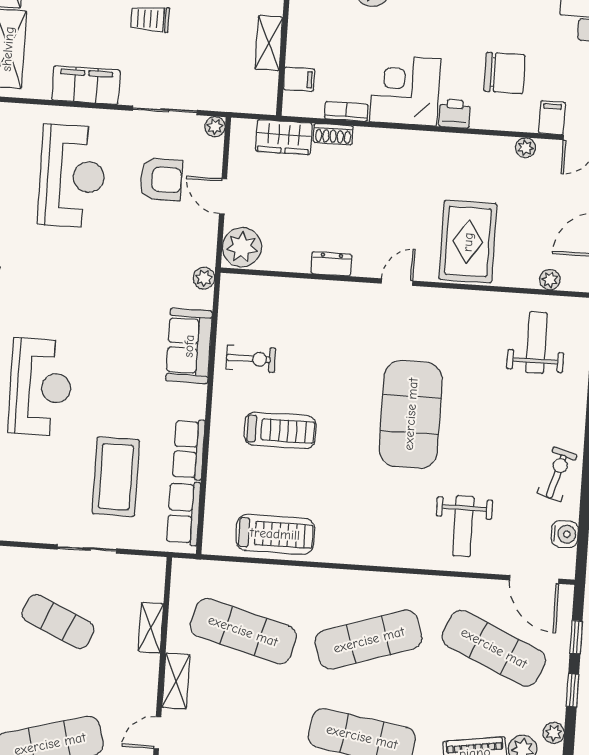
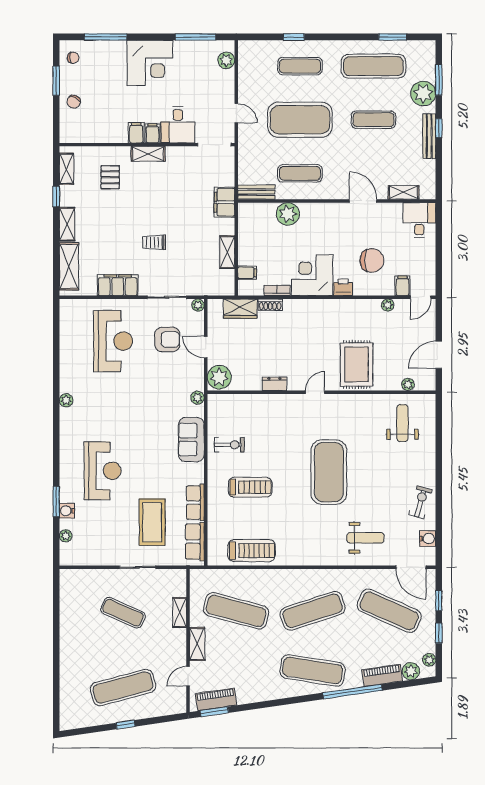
weight bench: (463, 526) -> (366, 538), turned -90

